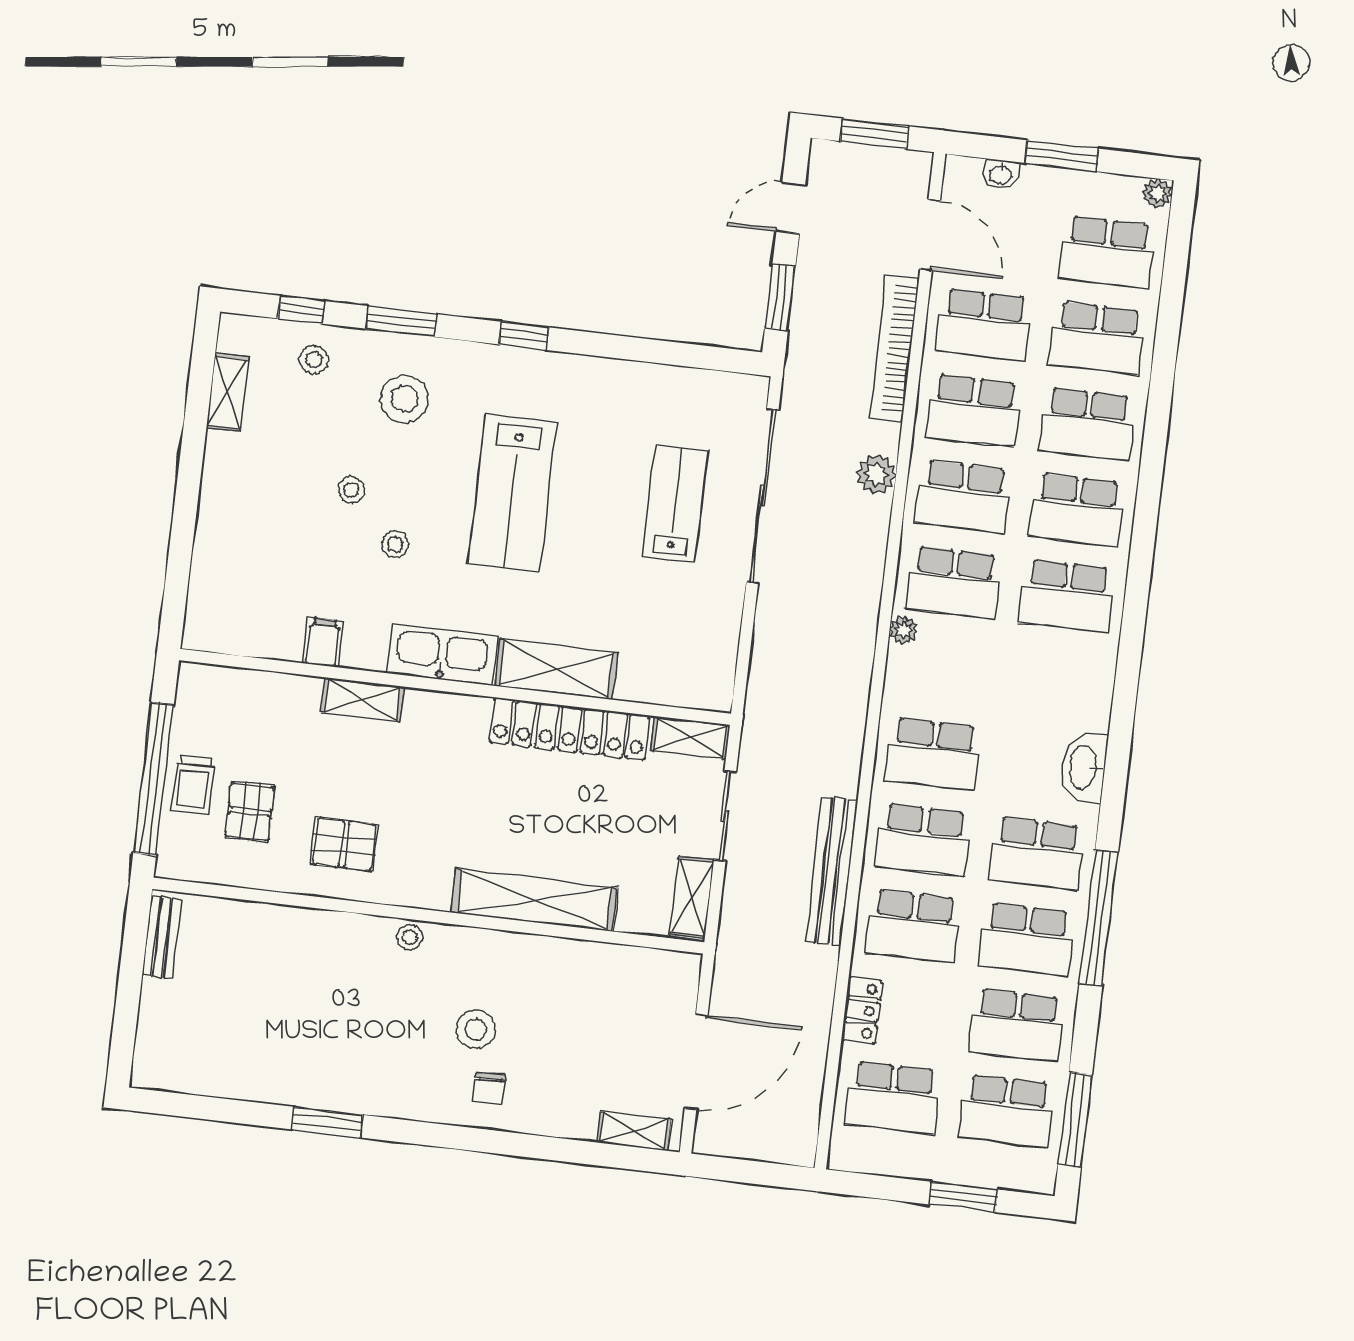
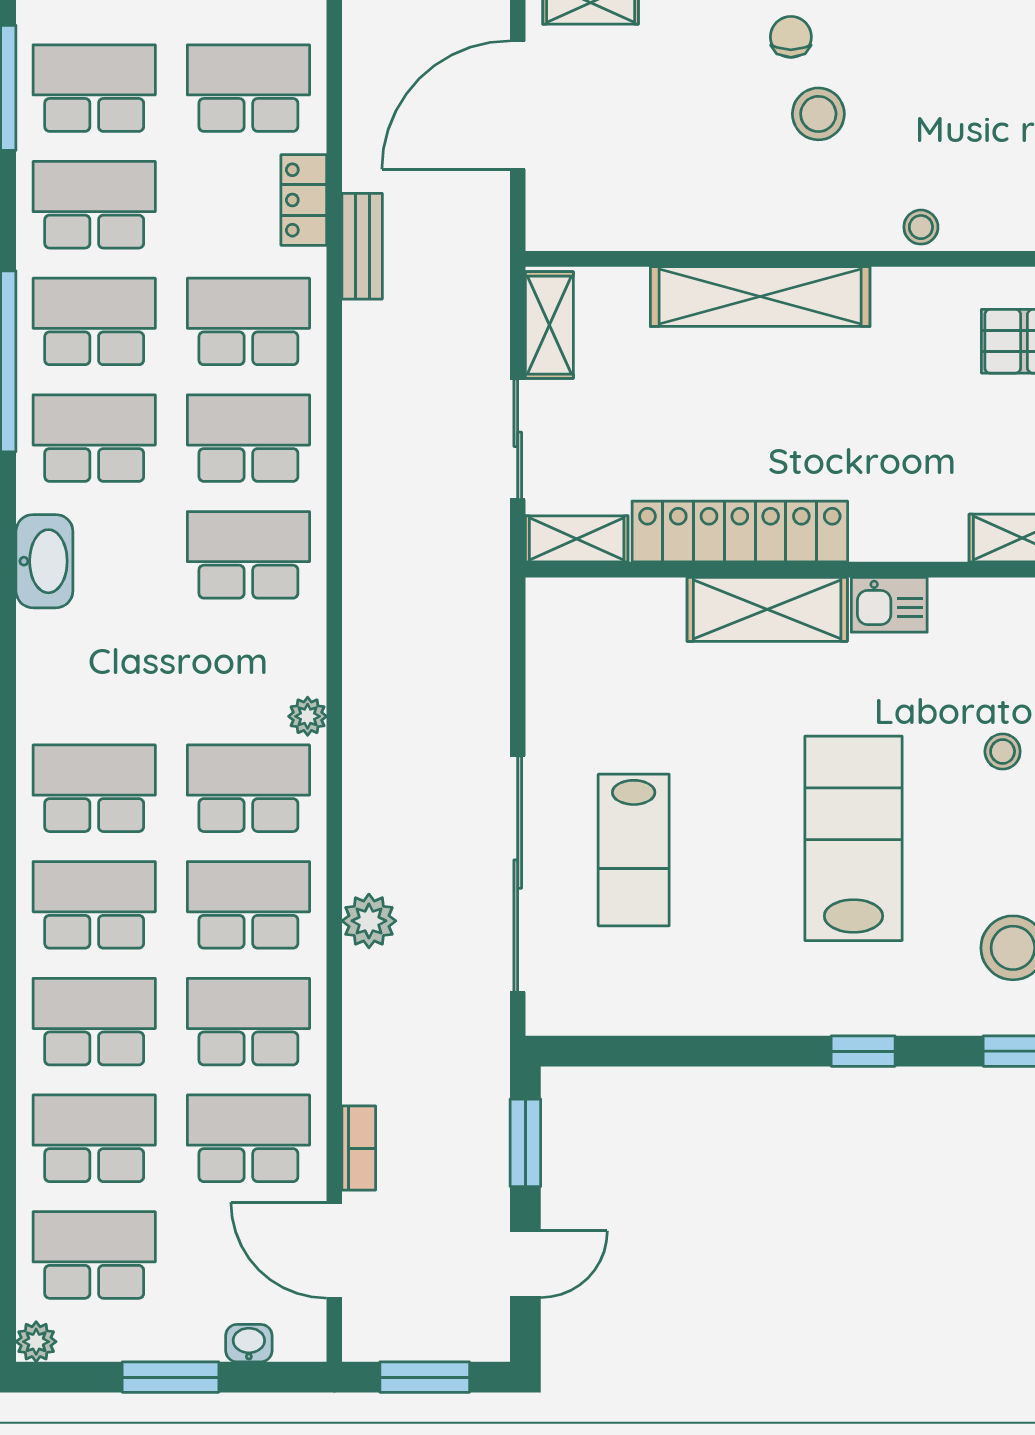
bookcase: (895, 348) -> (359, 1148), width x0.43, depth x0.76
kitchen sink: (442, 654) -> (889, 605), width x0.53, depth x0.81
bench: (831, 871) -> (362, 246), moved, width x0.54, depth x0.82

